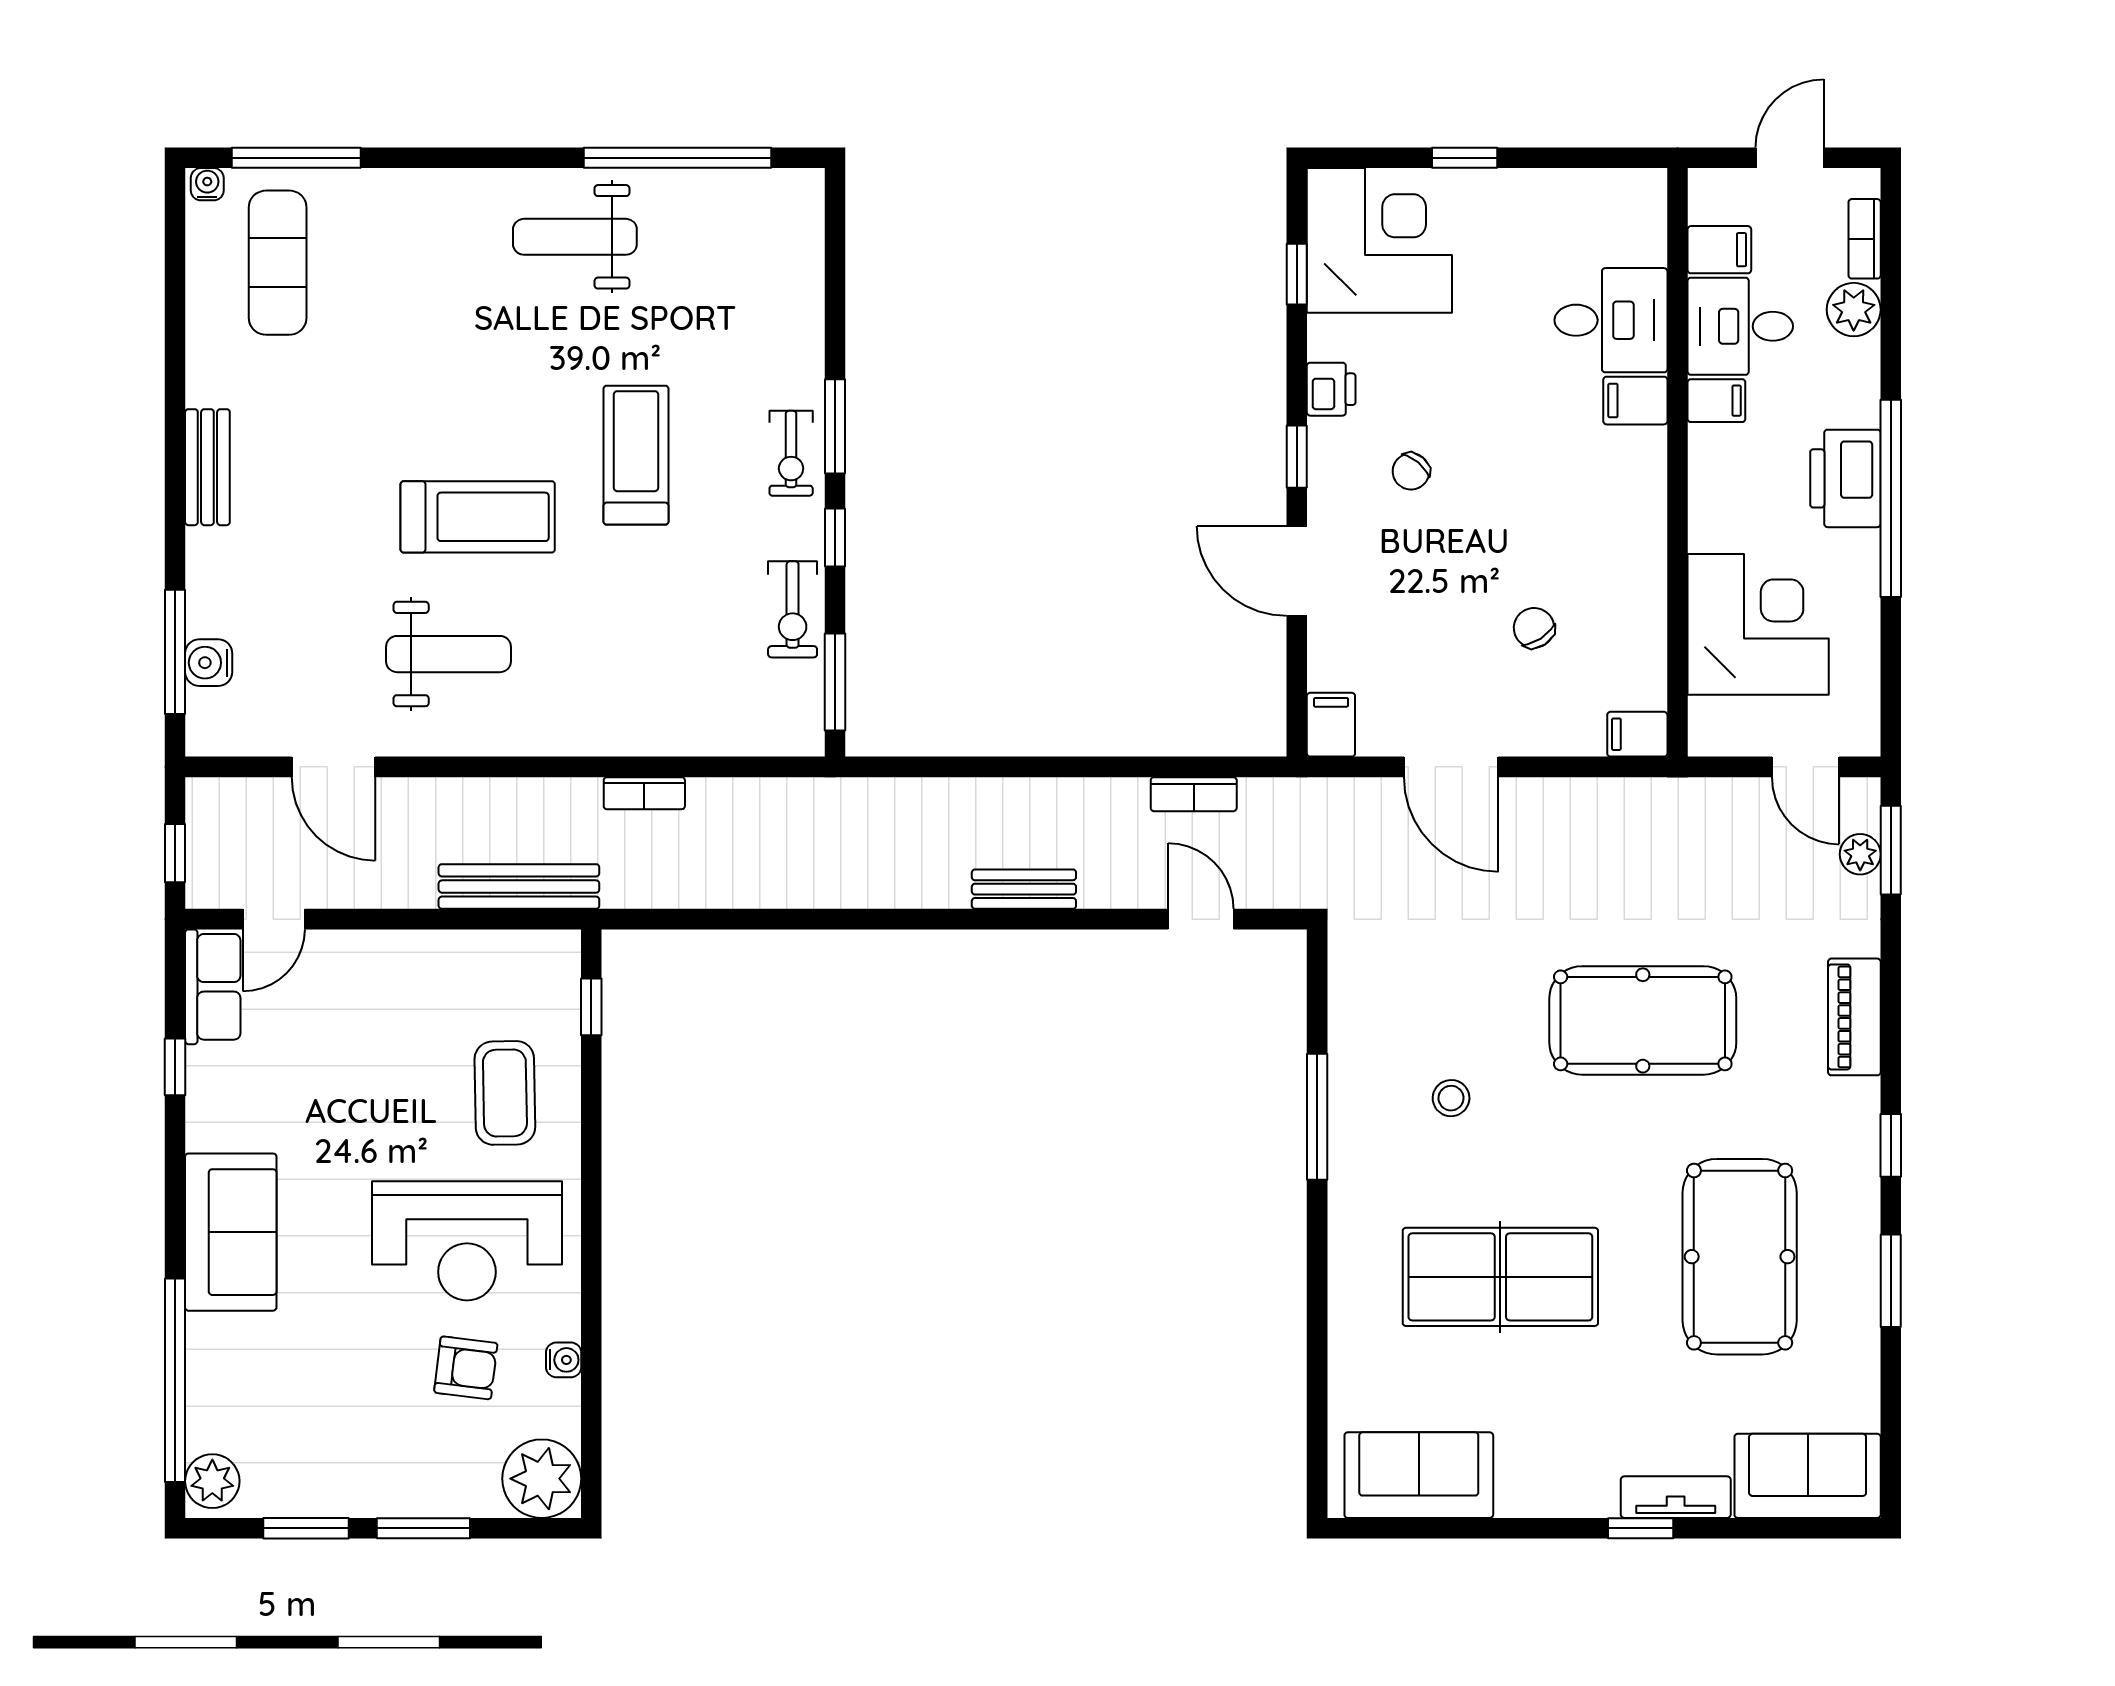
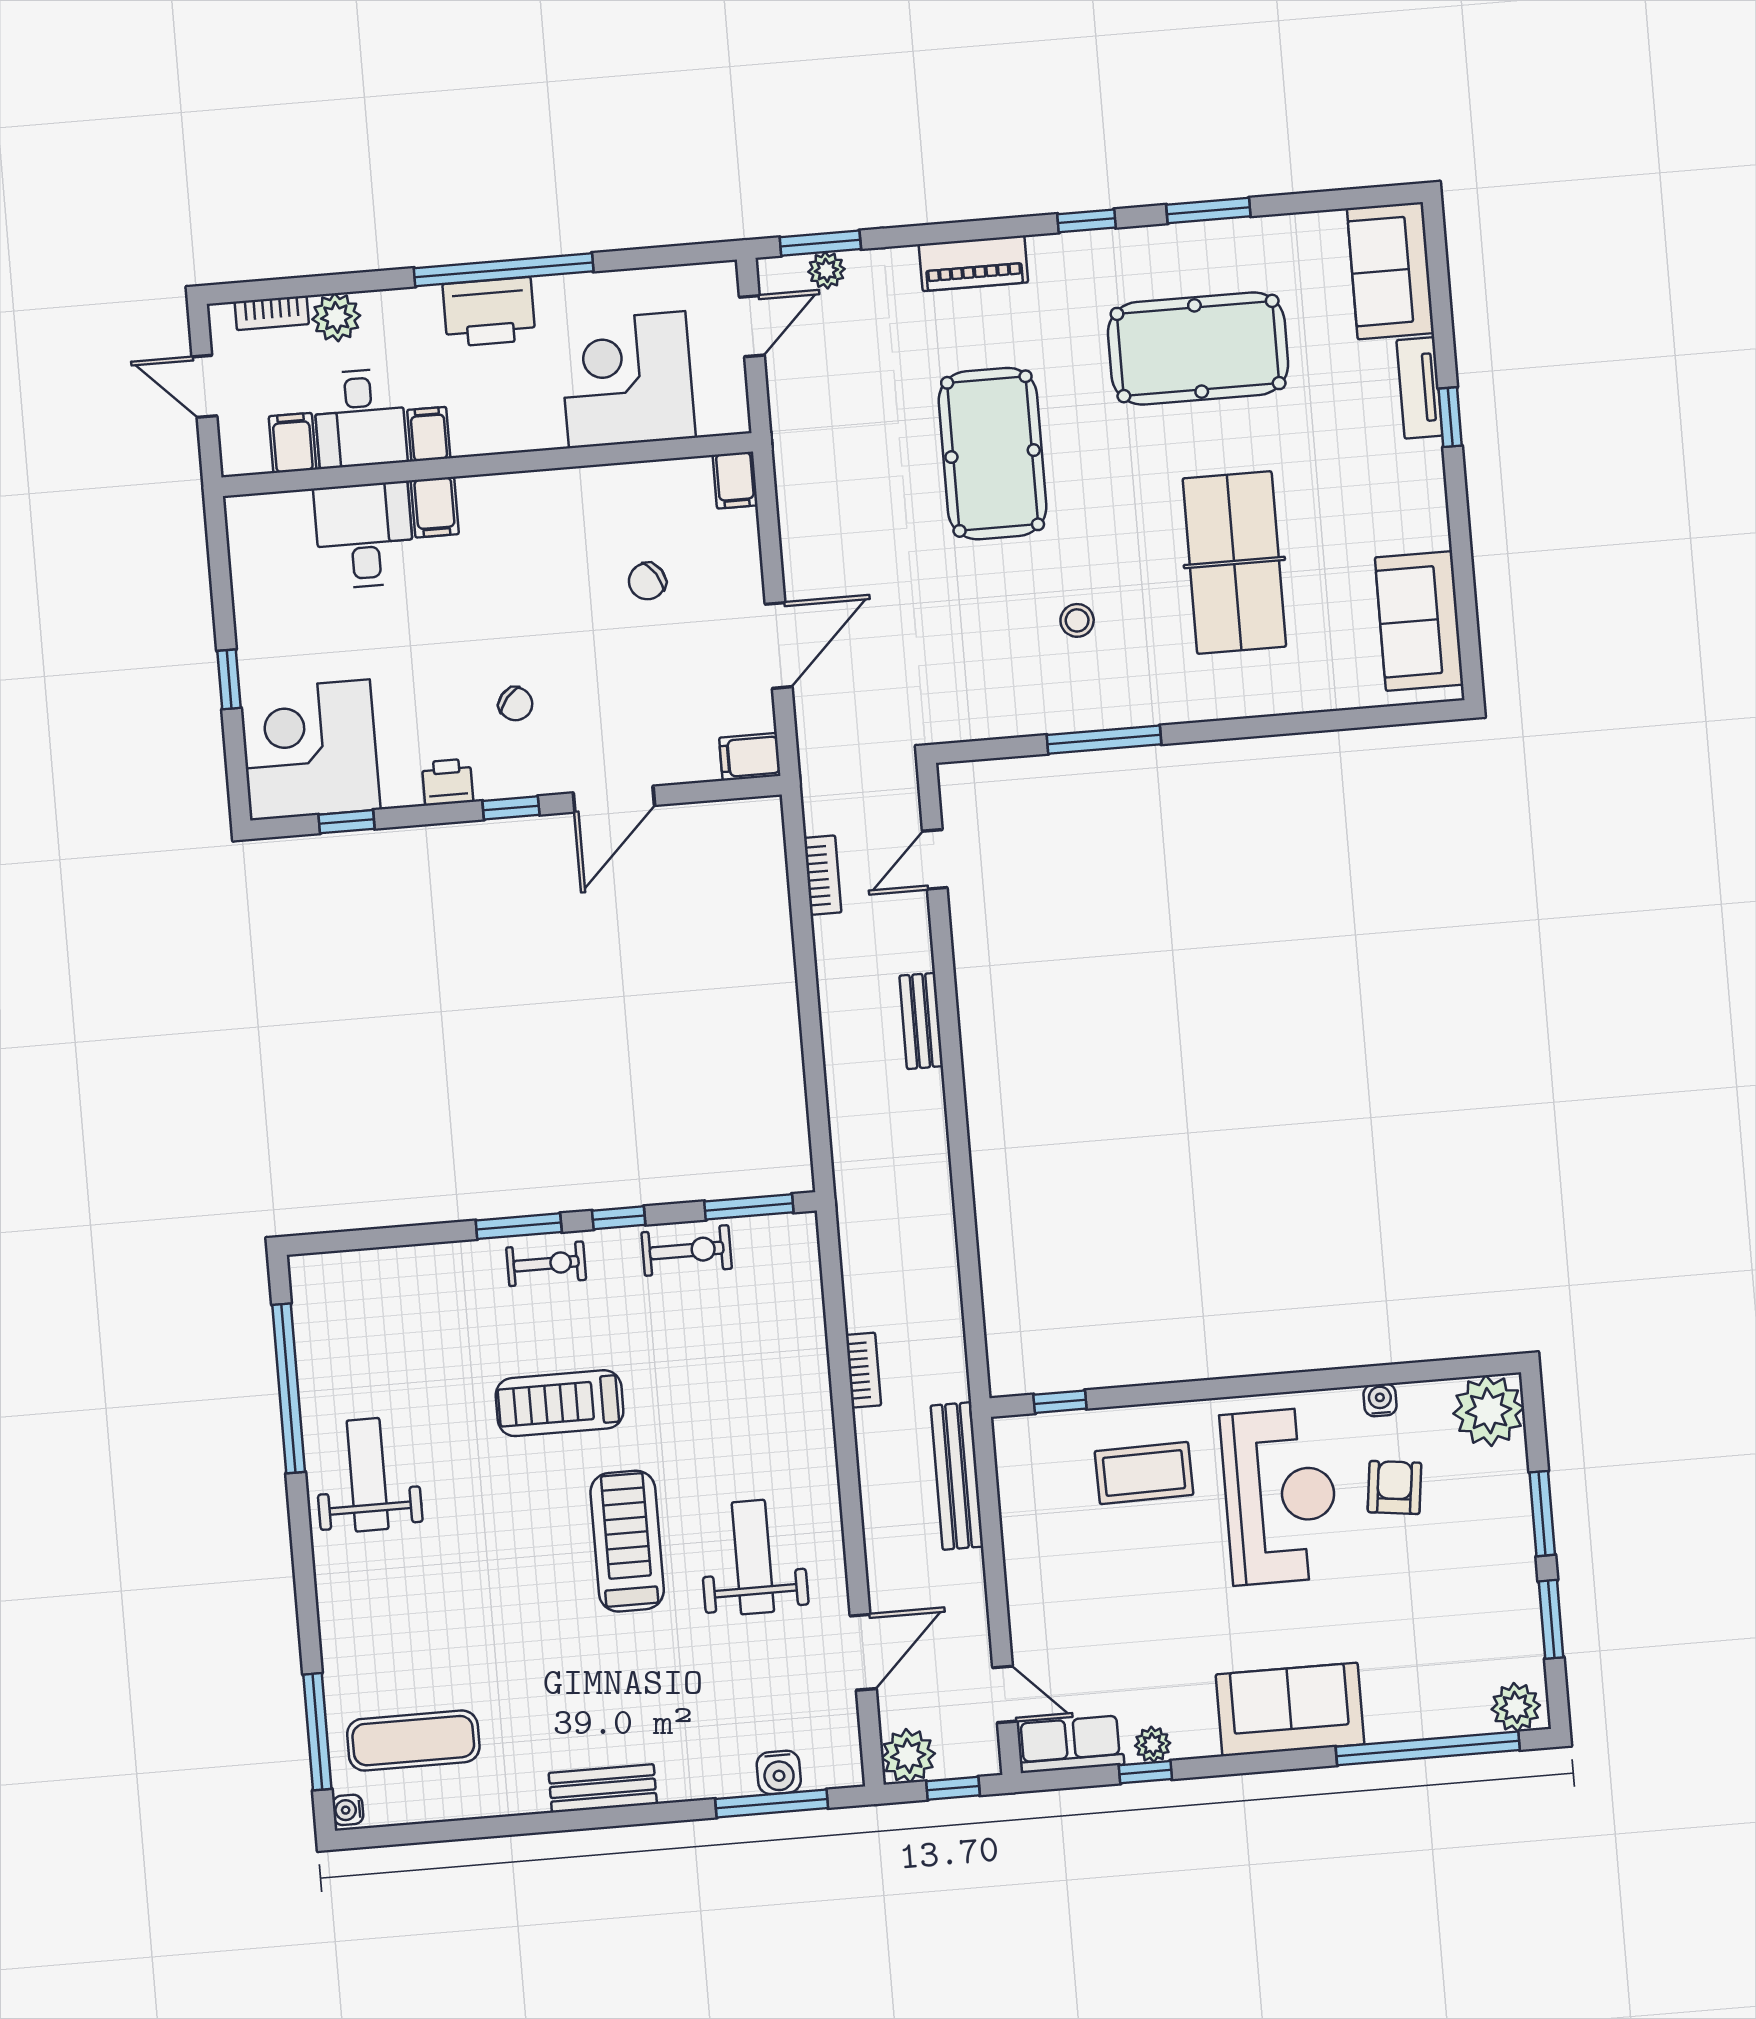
weight bench: (575, 237) -> (368, 1475), turned 180
plant: (215, 807) -> (908, 1756), added
plant: (205, 1077) -> (1153, 1744), added

